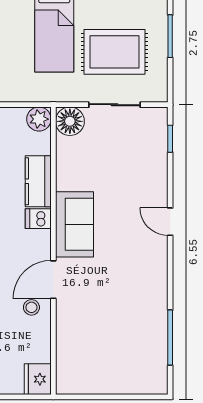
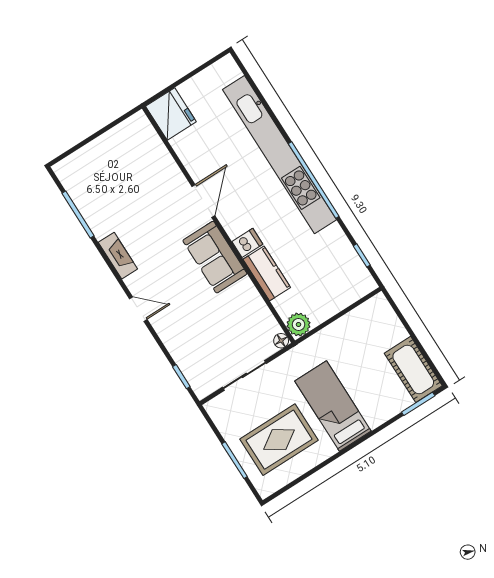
rug: (115, 52) -> (279, 440), moved
floor lamp: (70, 121) -> (281, 341), width x0.53, depth x0.53
fireplace: (158, 280) -> (118, 256), added
stool: (31, 307) -> (207, 167), removed
fridge: (38, 379) -> (171, 114), width x1.36, depth x1.34

